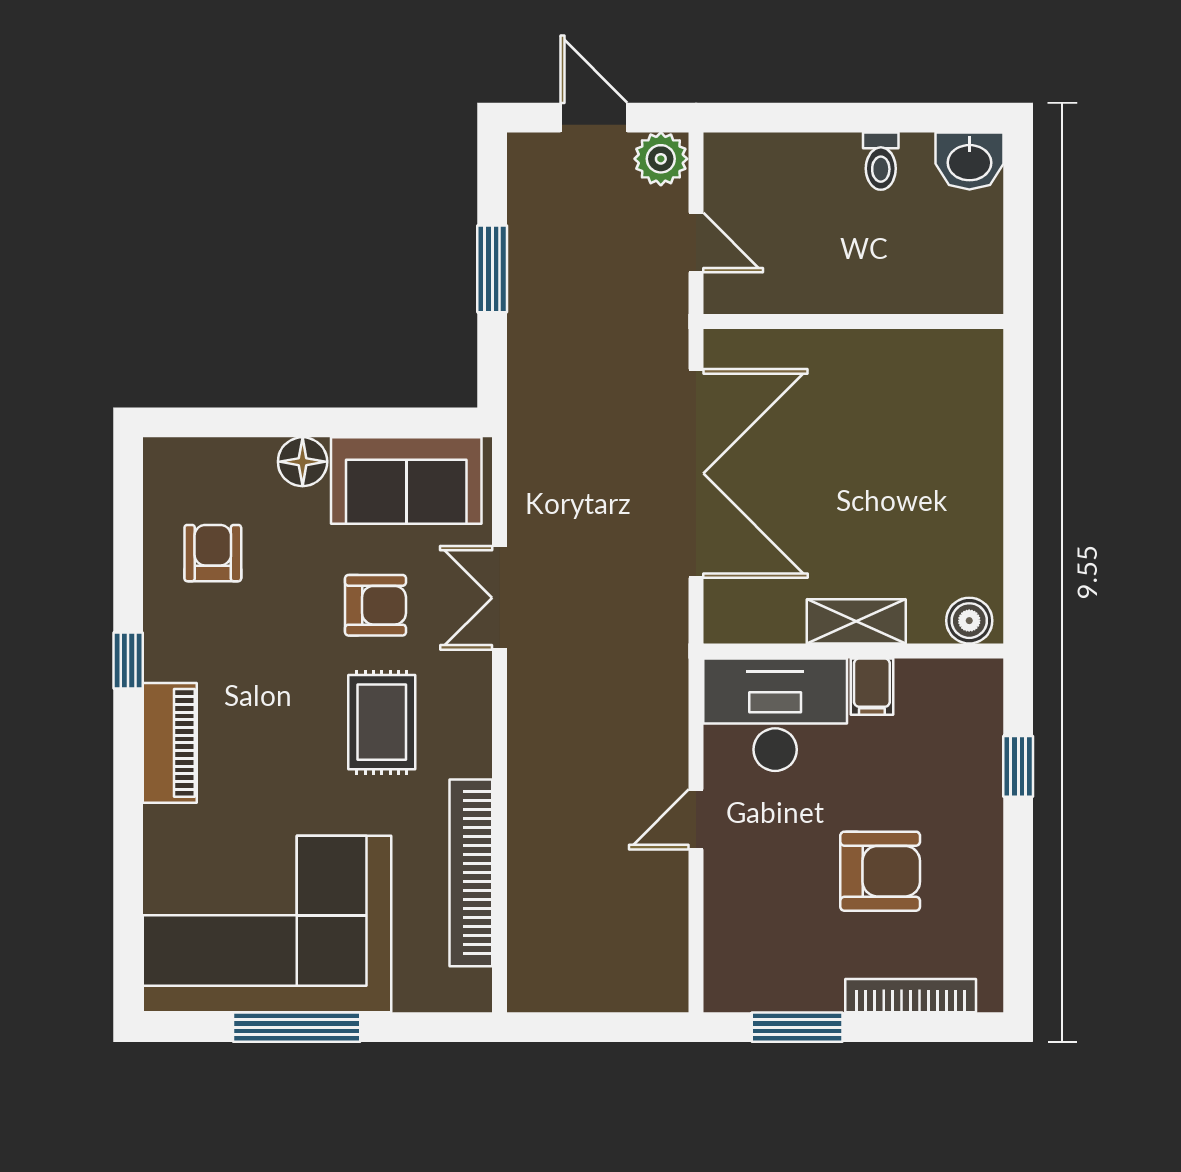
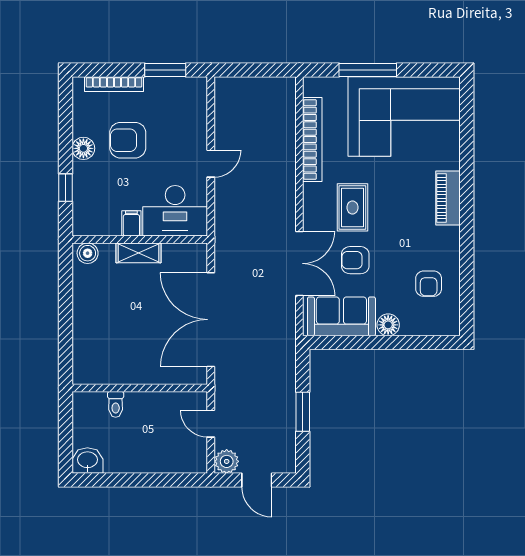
toilet: (881, 161) -> (116, 404), moved, turned 180
double door: (499, 598) -> (299, 263), width x1.37
window: (128, 660) -> (467, 235), removed
floor lamp: (979, 853) -> (83, 148), added
window: (297, 1027) -> (368, 70), moved

